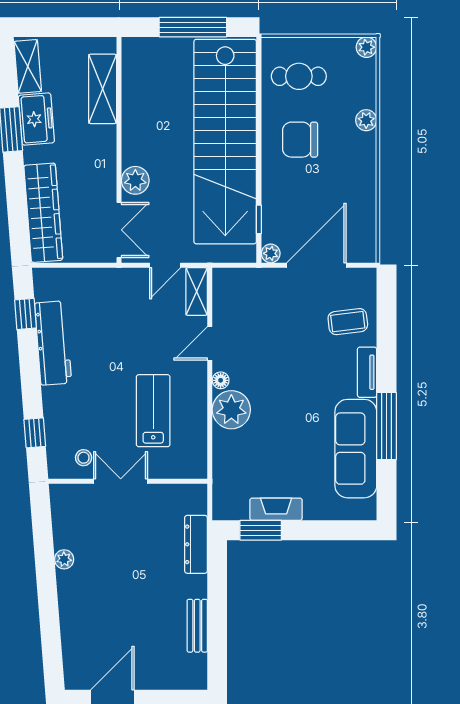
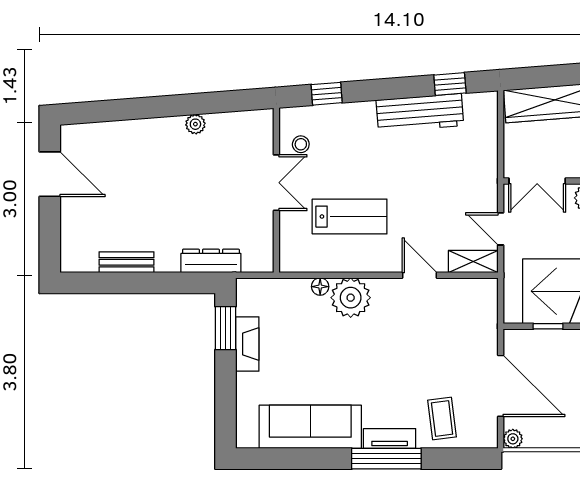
plant: (271, 253) -> (513, 439), moved
floor lamp: (221, 380) -> (320, 287), moved
window: (387, 426) -> (386, 459), moved

